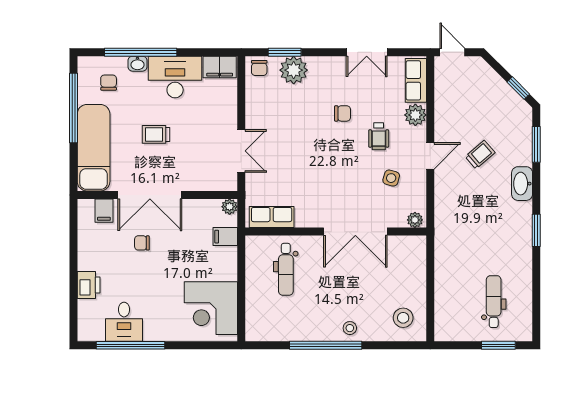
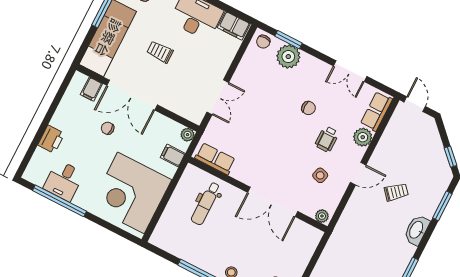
corner desk: (211, 308) -> (131, 193), width x1.36, depth x1.36

